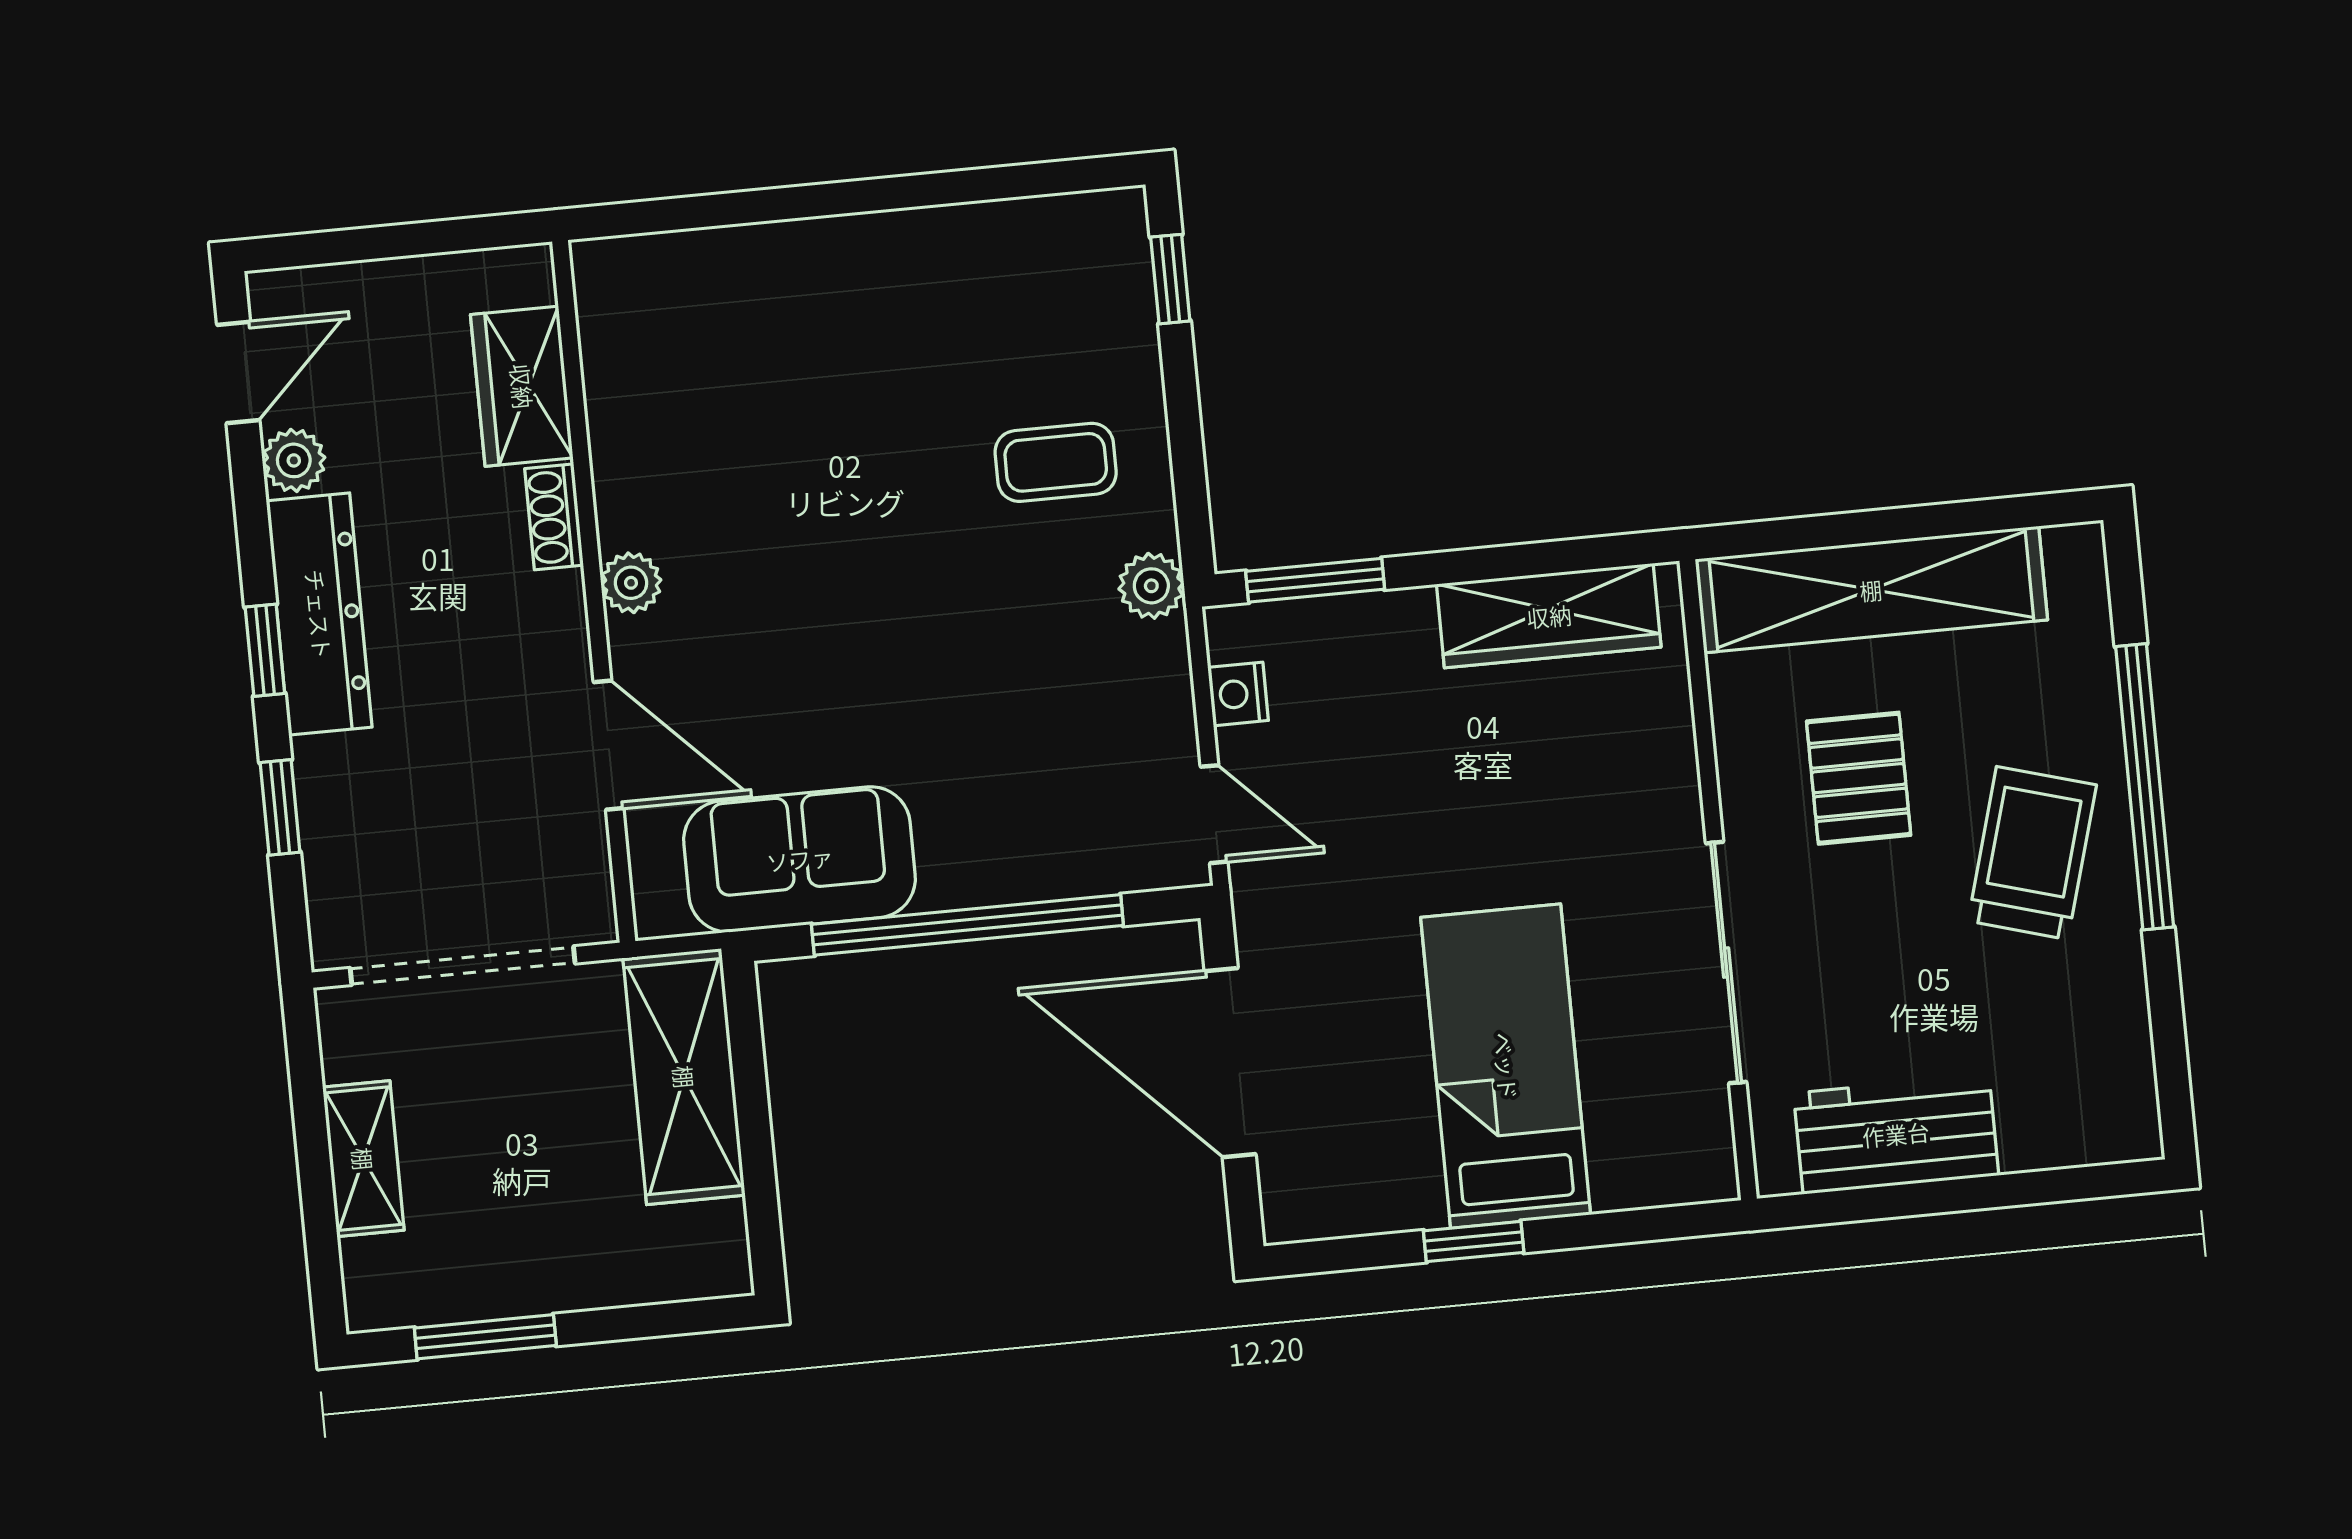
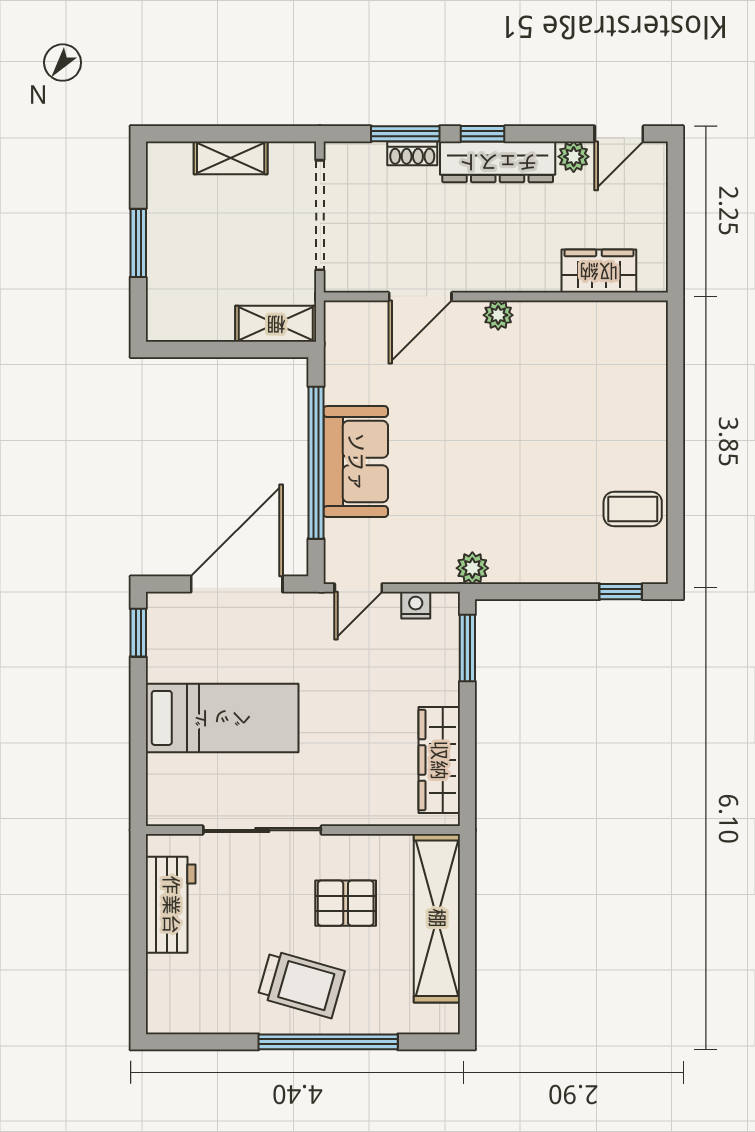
door: (238, 372) -> (619, 134), hinge flipped
coffee table: (1056, 462) -> (633, 509), moved, turned 90
shoe rack: (554, 517) -> (412, 153), moved, turned 180
window: (280, 807) -> (405, 134), width x1.50
sofa: (800, 859) -> (356, 462), moved
shelving: (684, 1077) -> (276, 324), width x0.67, depth x0.75
window: (1474, 1242) -> (138, 633), moved
window: (485, 1337) -> (138, 243), moved

